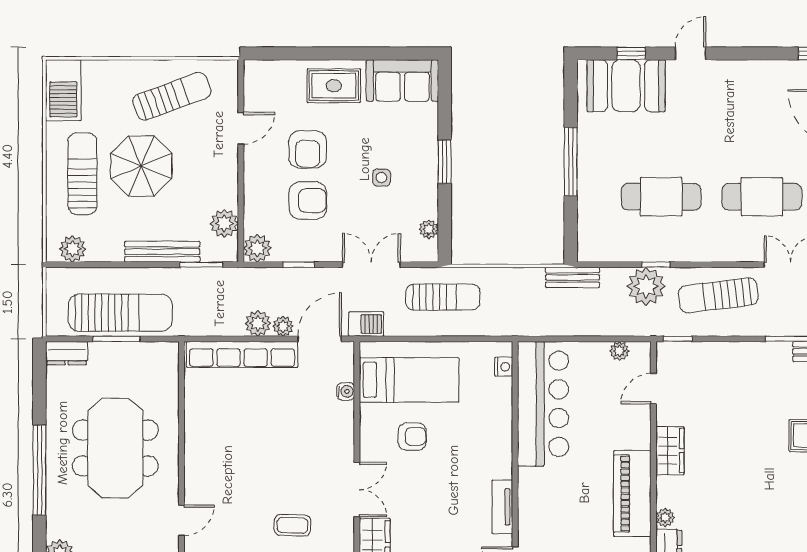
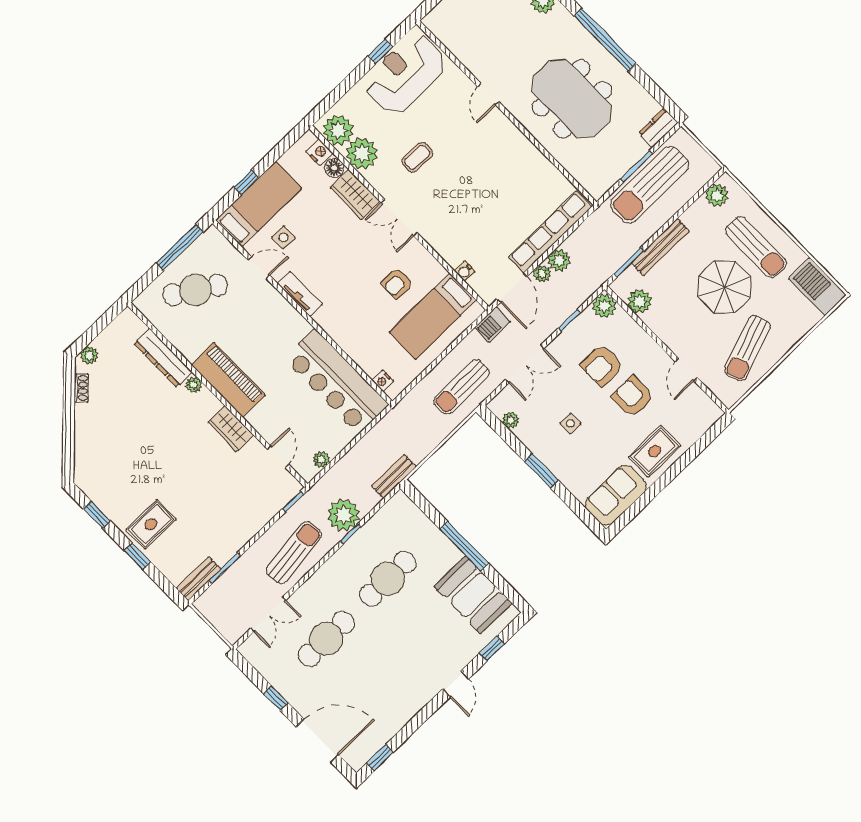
booth: (626, 86) -> (473, 595), moved, turned 90

